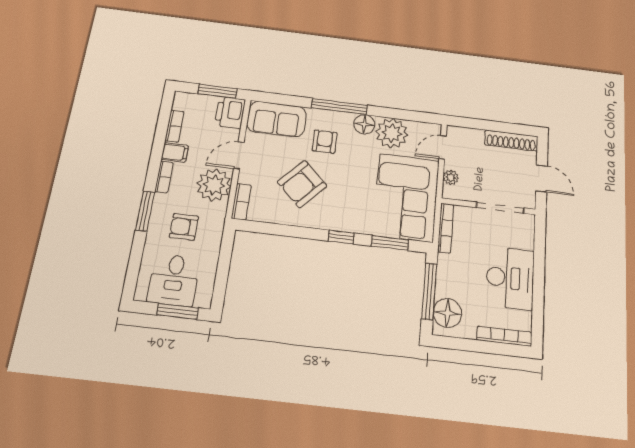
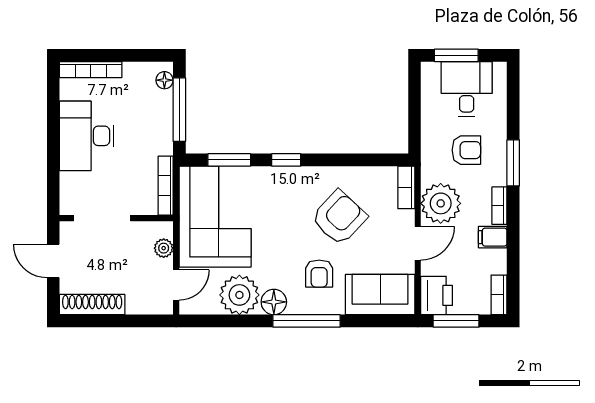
bookcase: (174, 126) -> (499, 295), moved
floor lamp: (447, 313) -> (164, 80), width x0.53, depth x0.53

